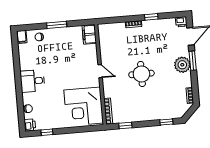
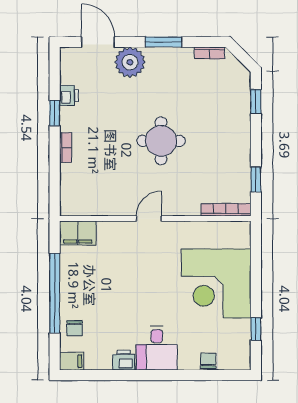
printer: (181, 22) -> (69, 96), moved
window: (57, 25) -> (55, 293), width x2.11
window: (193, 61) -> (163, 42), moved
plant: (182, 65) -> (130, 62), moved
corner desk: (84, 107) -> (216, 283), moved, turned 90
printer: (30, 125) -> (124, 360), moved

